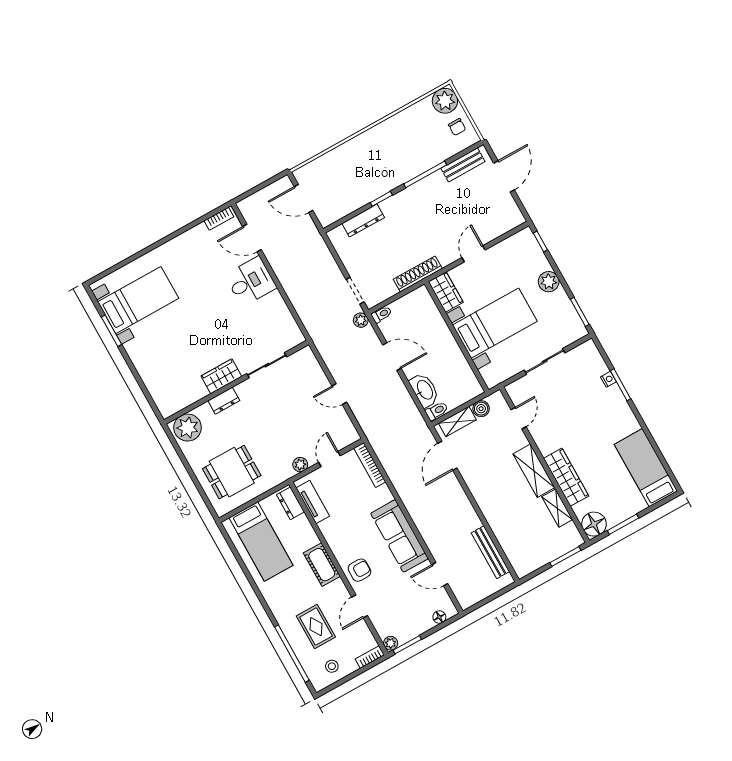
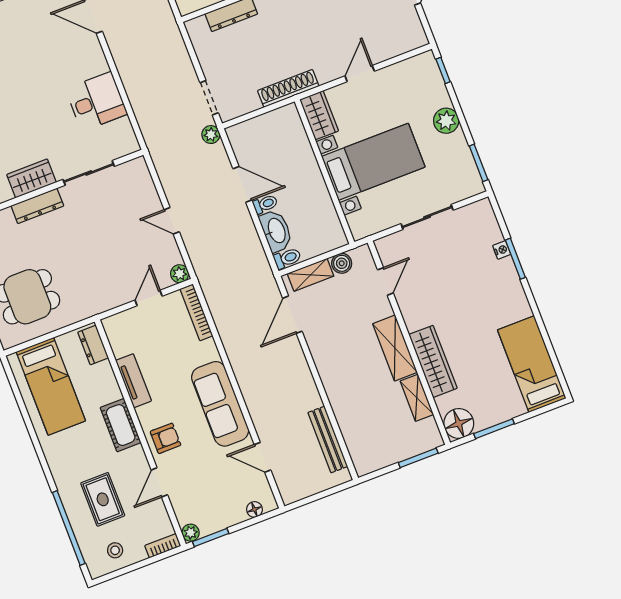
desk: (251, 281) -> (96, 101), moved
toilet: (382, 314) -> (265, 204), moved
dresser: (224, 401) -> (37, 206), width x1.44
plant: (300, 465) -> (180, 274), moved
tv unit: (313, 502) -> (133, 381), moved

